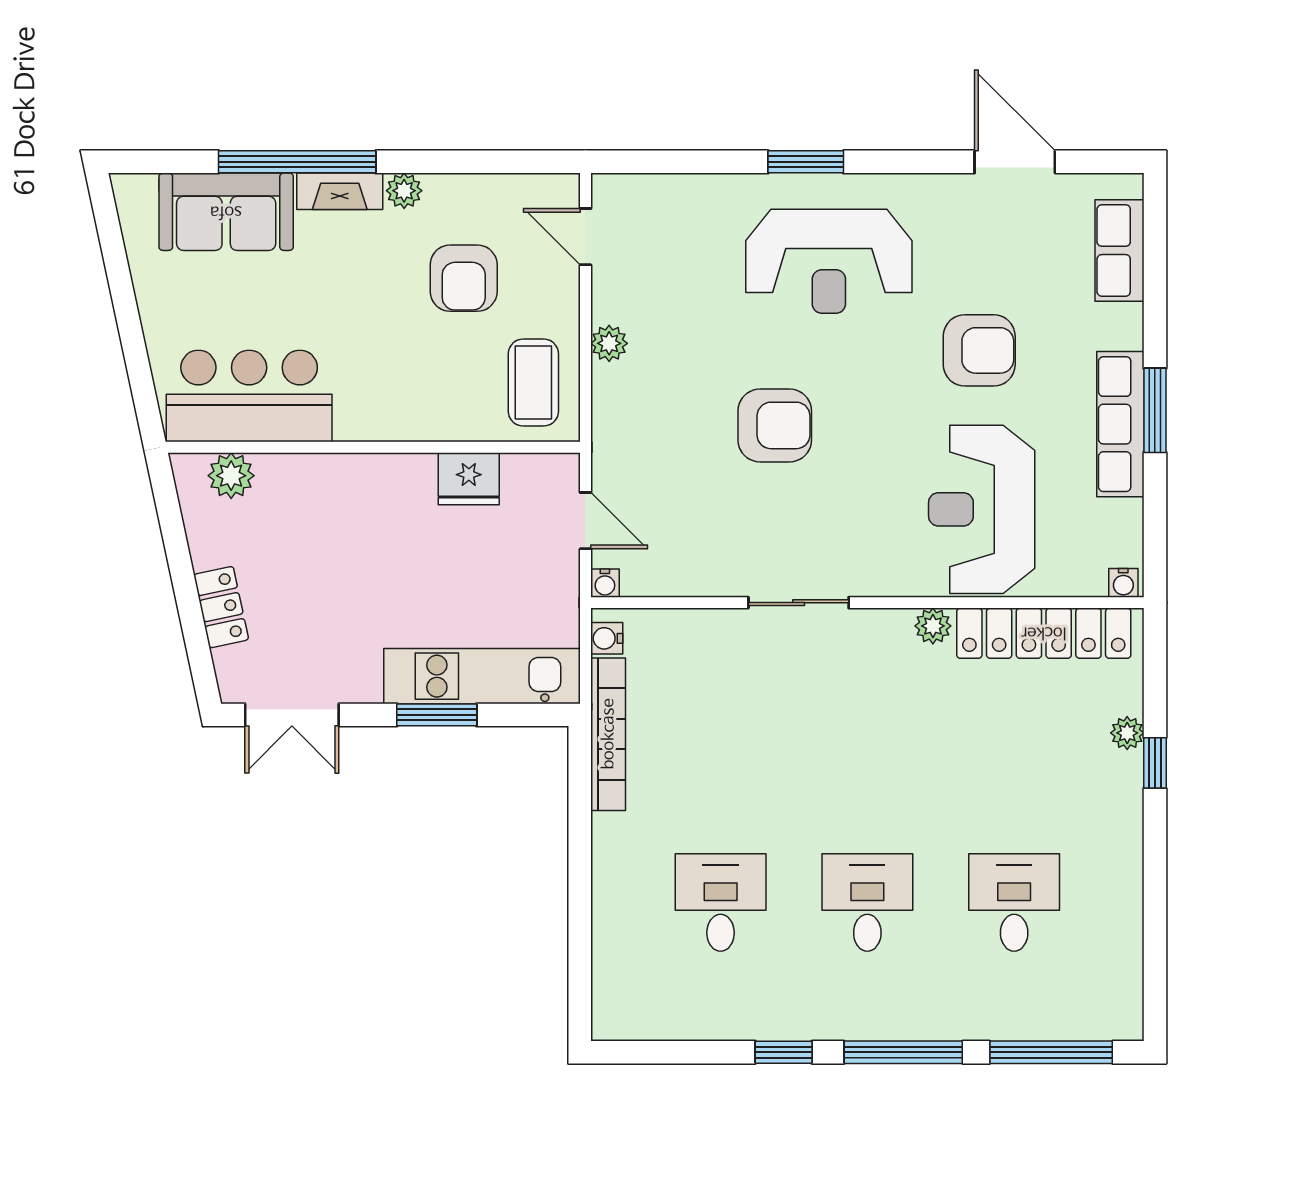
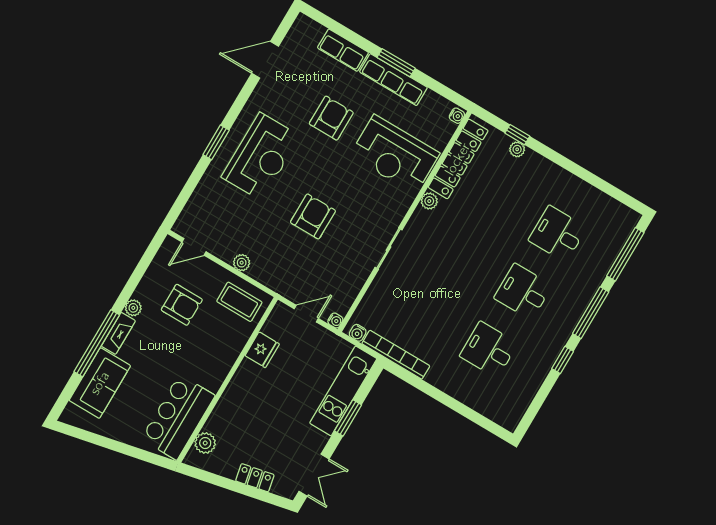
row of seats: (1120, 250) -> (343, 50), moved
window: (1155, 763) -> (517, 135), moved

